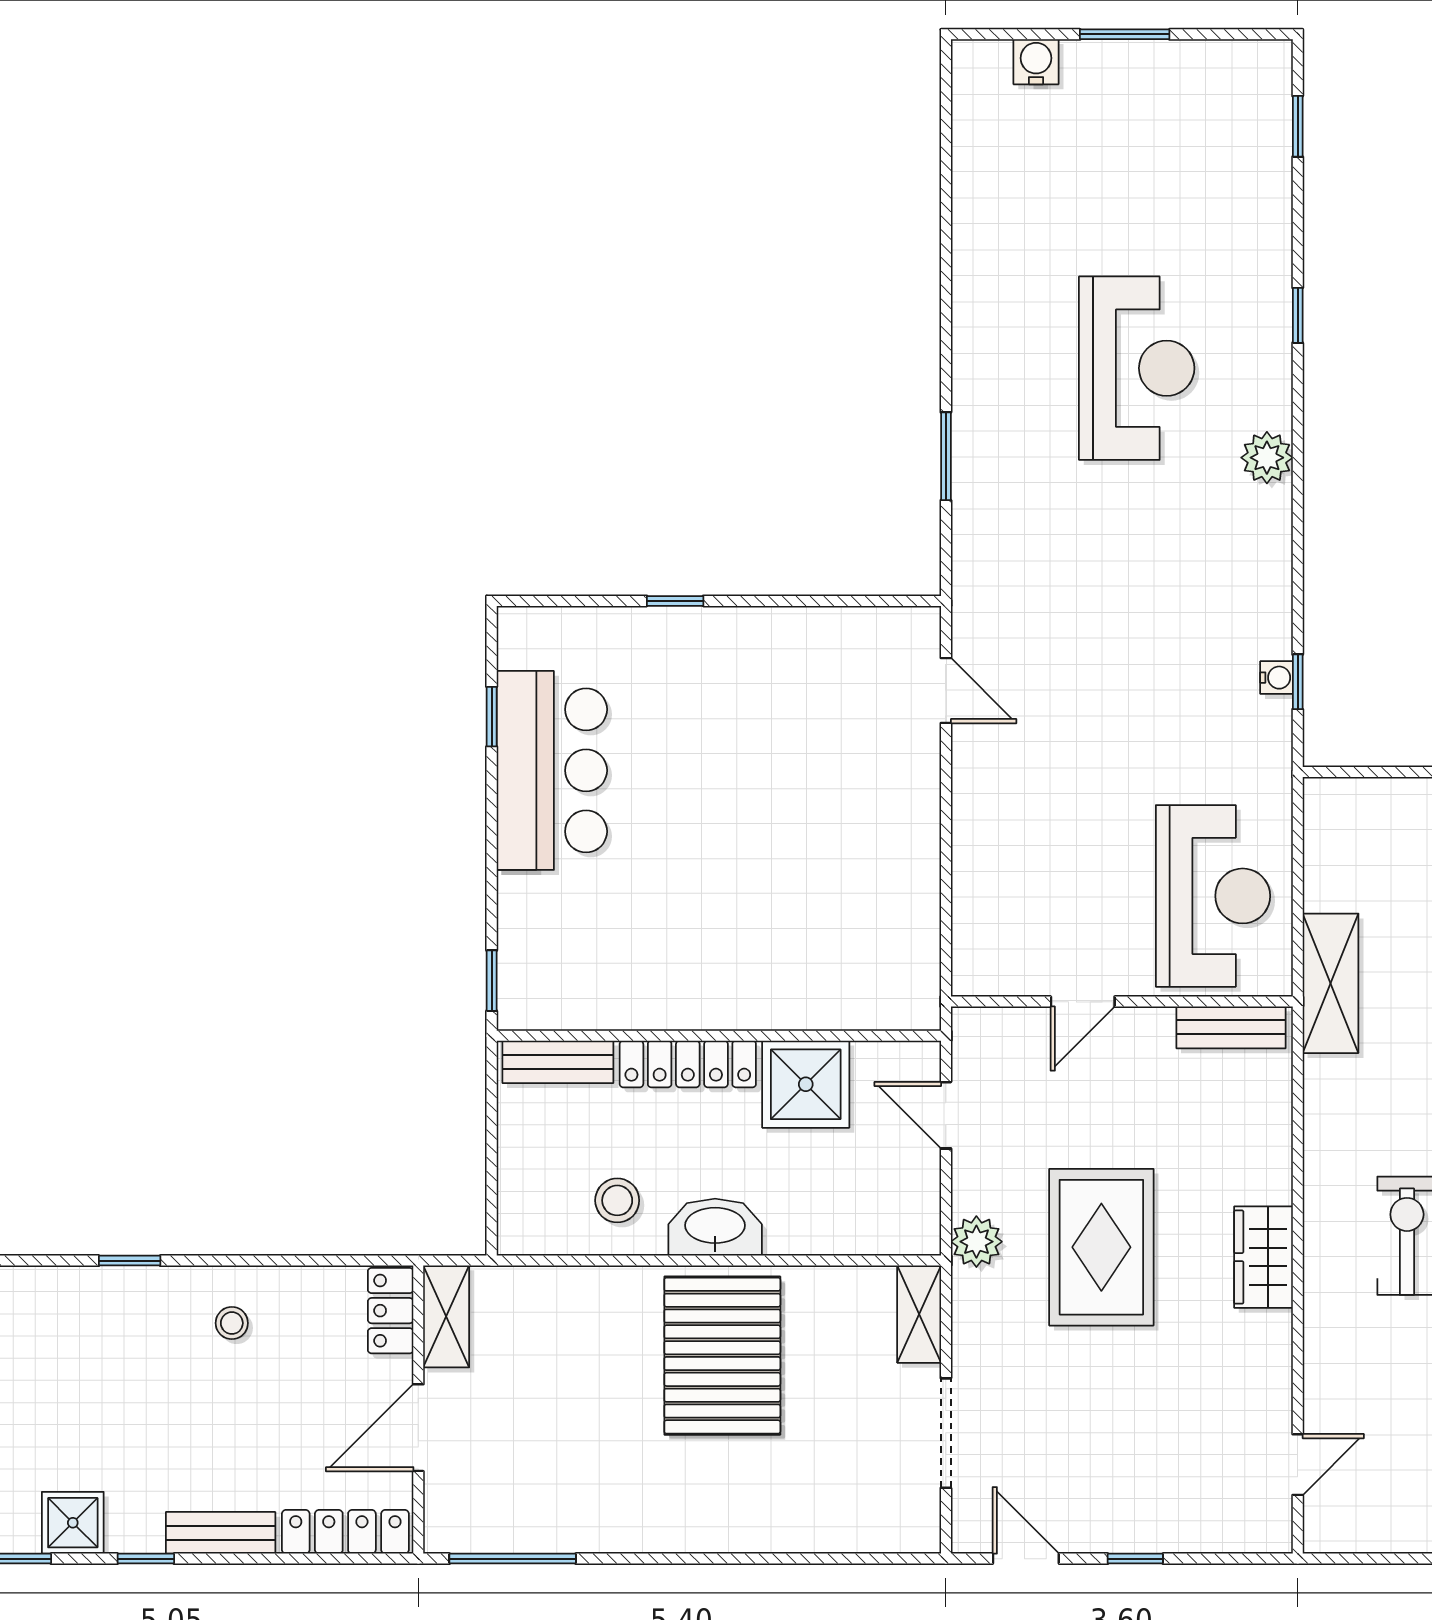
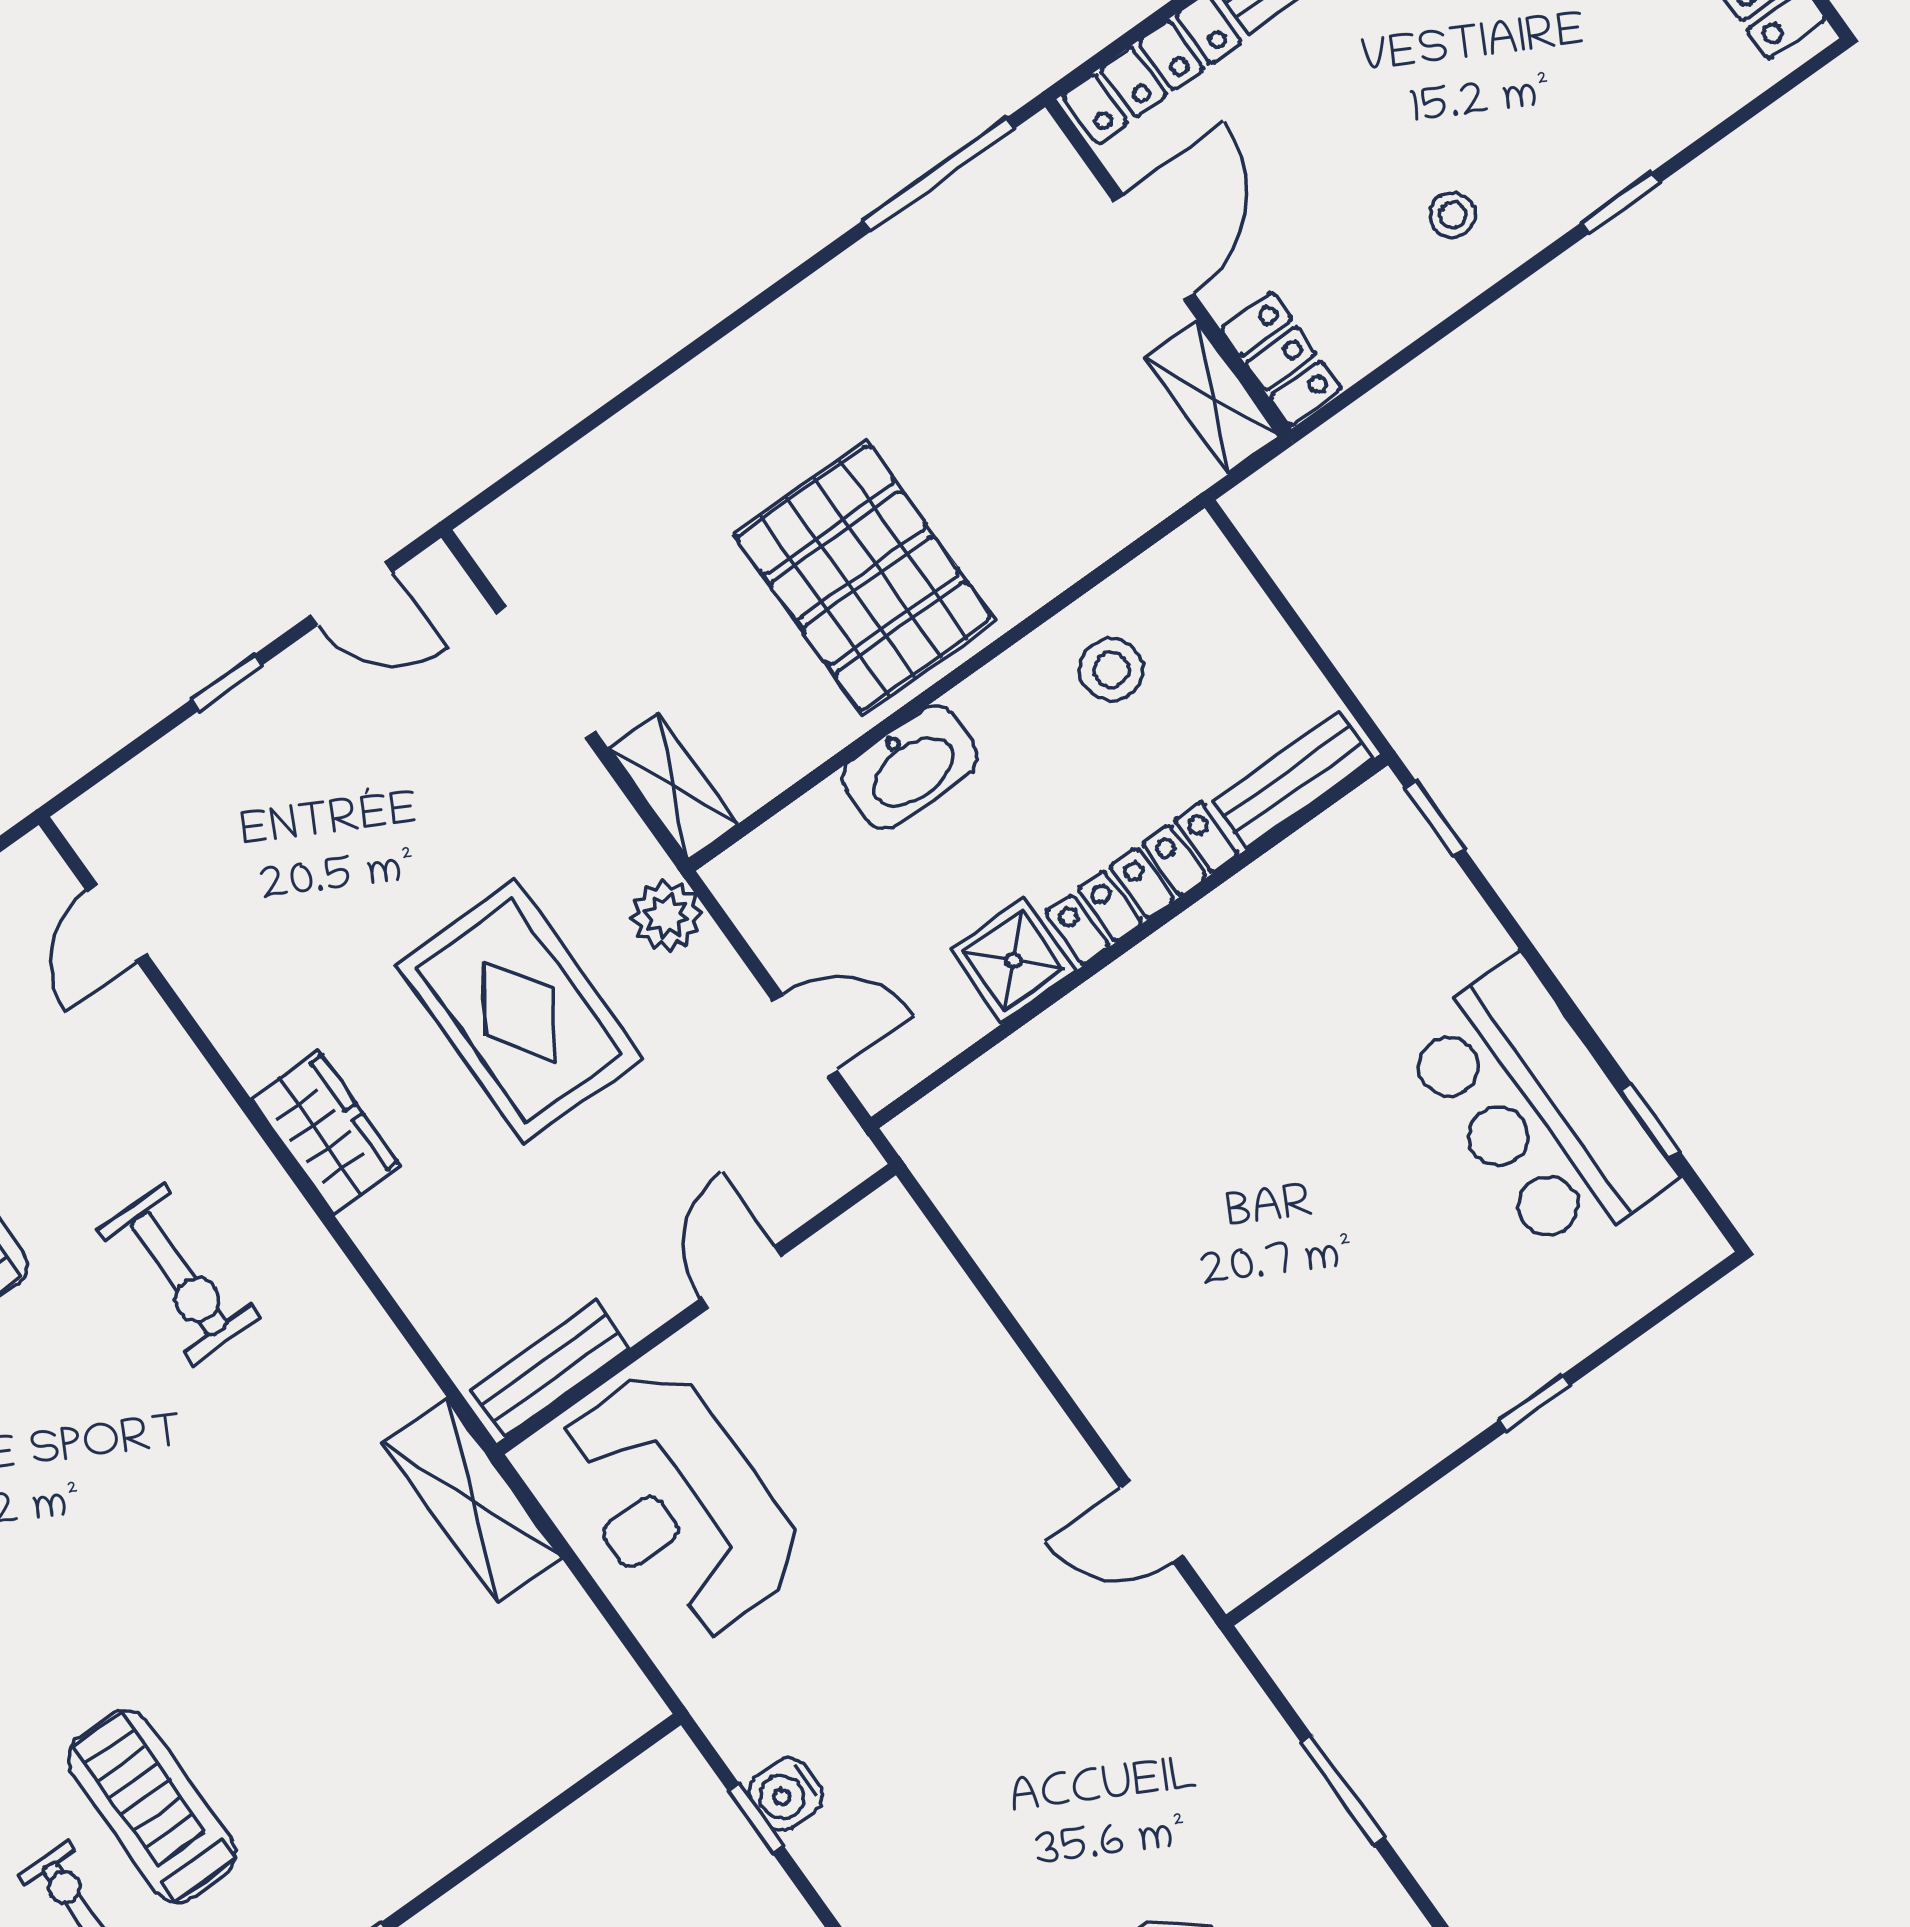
water cooler: (1277, 678) -> (786, 1794), width x1.38, depth x1.38
shower: (806, 1084) -> (1013, 960), width x0.73, depth x0.73
washbasin: (715, 1227) -> (910, 767), moved

